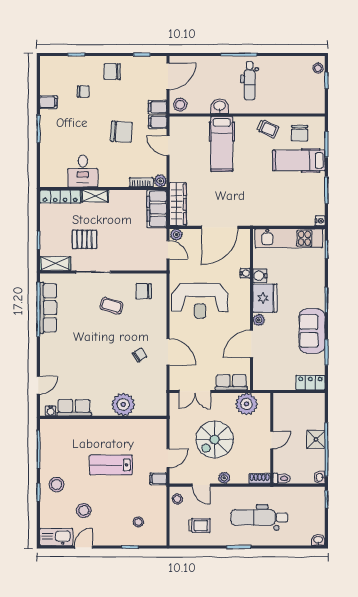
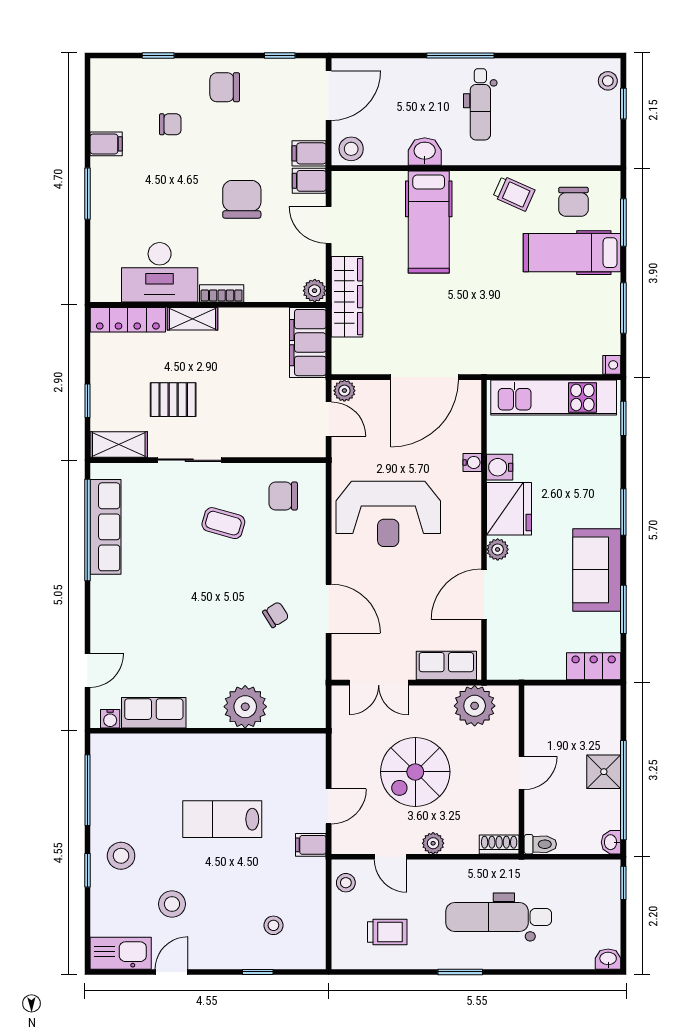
chair: (121, 132) -> (242, 199), turned -94
desk: (83, 171) -> (160, 272), width x1.37
bookcase: (141, 182) -> (222, 293), moved
wardrobe: (178, 204) -> (347, 297), moved

